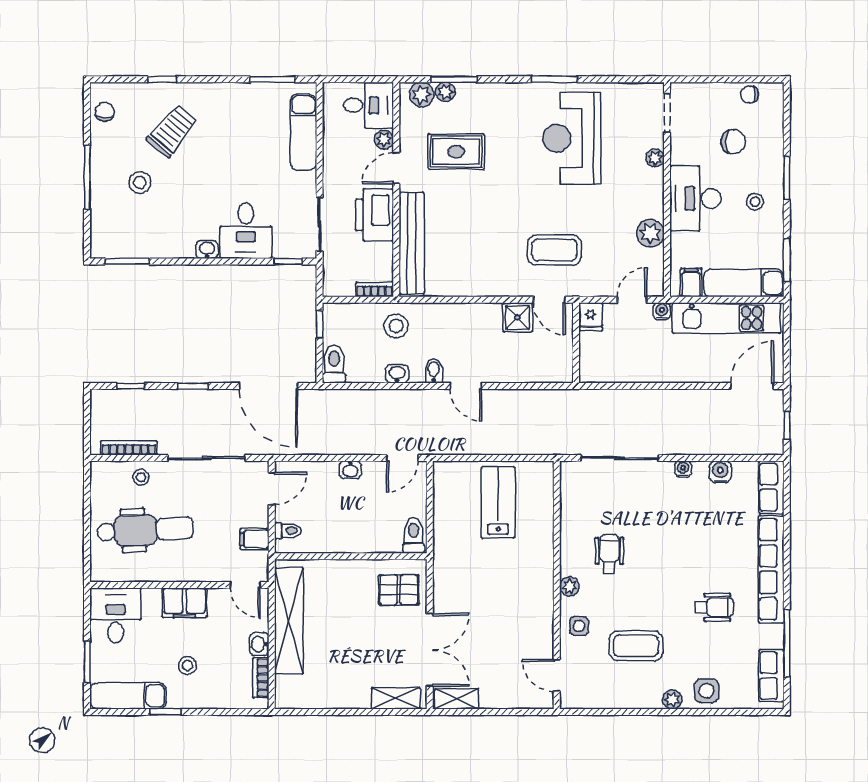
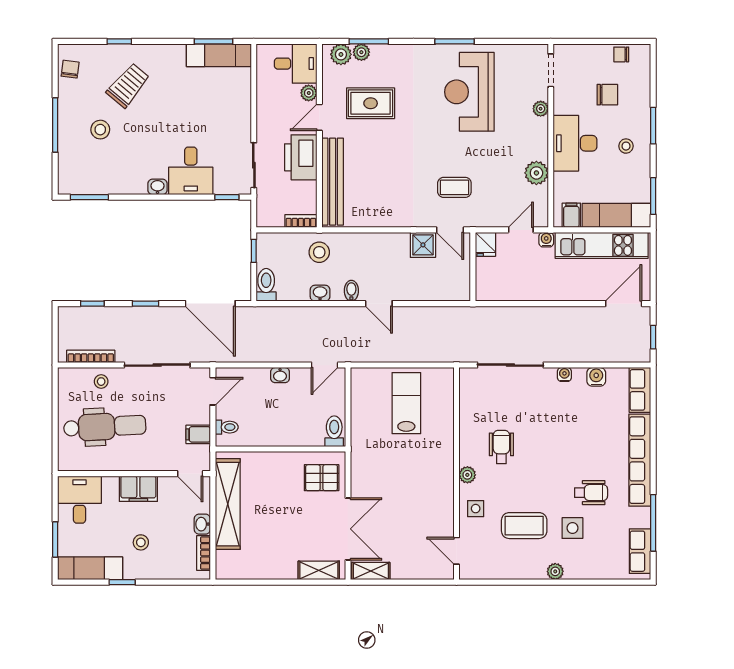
exam couch: (303, 132) -> (219, 55), moved, turned -90
coffee table: (554, 250) -> (454, 187), width x0.73, depth x0.77
side table: (707, 691) -> (572, 528), moved

